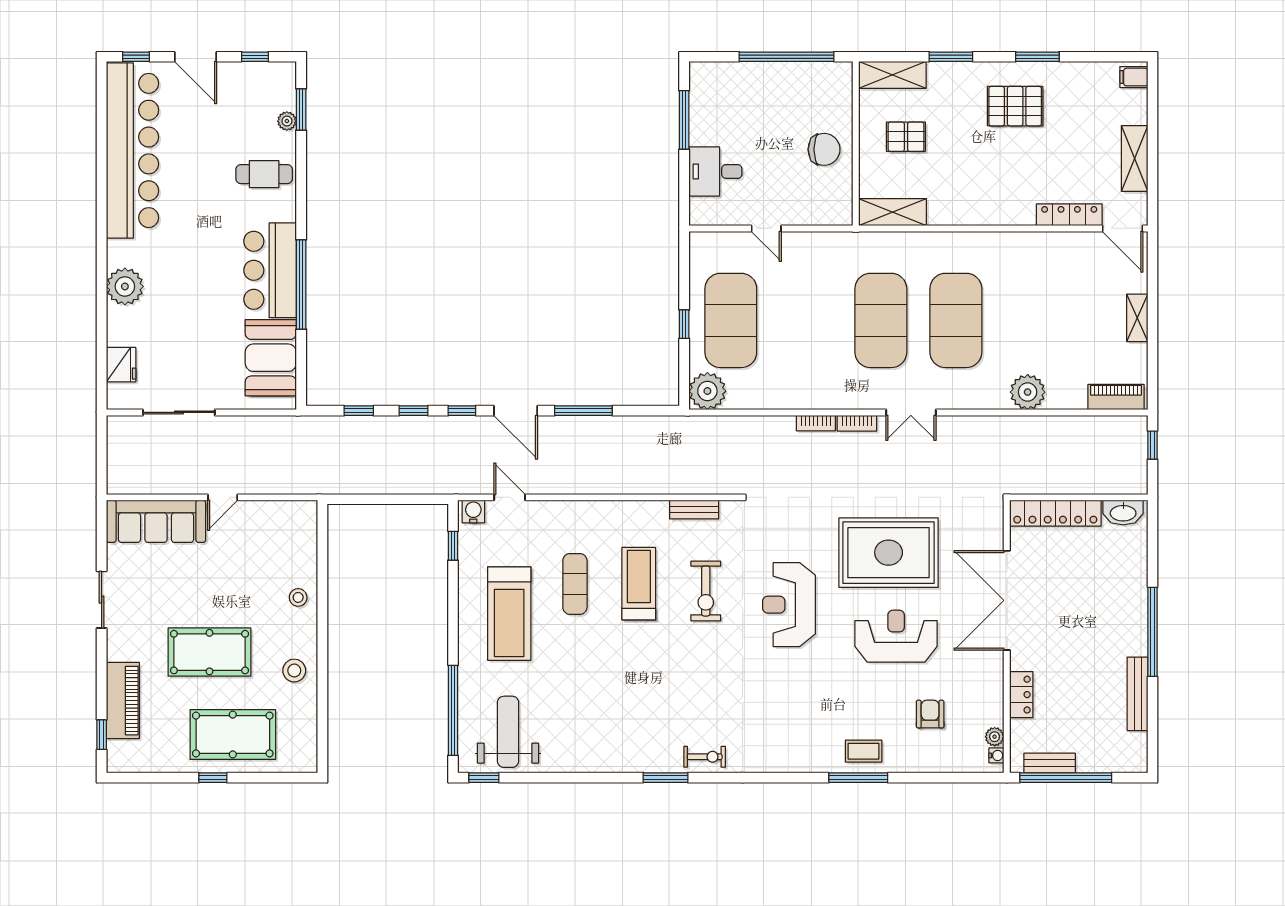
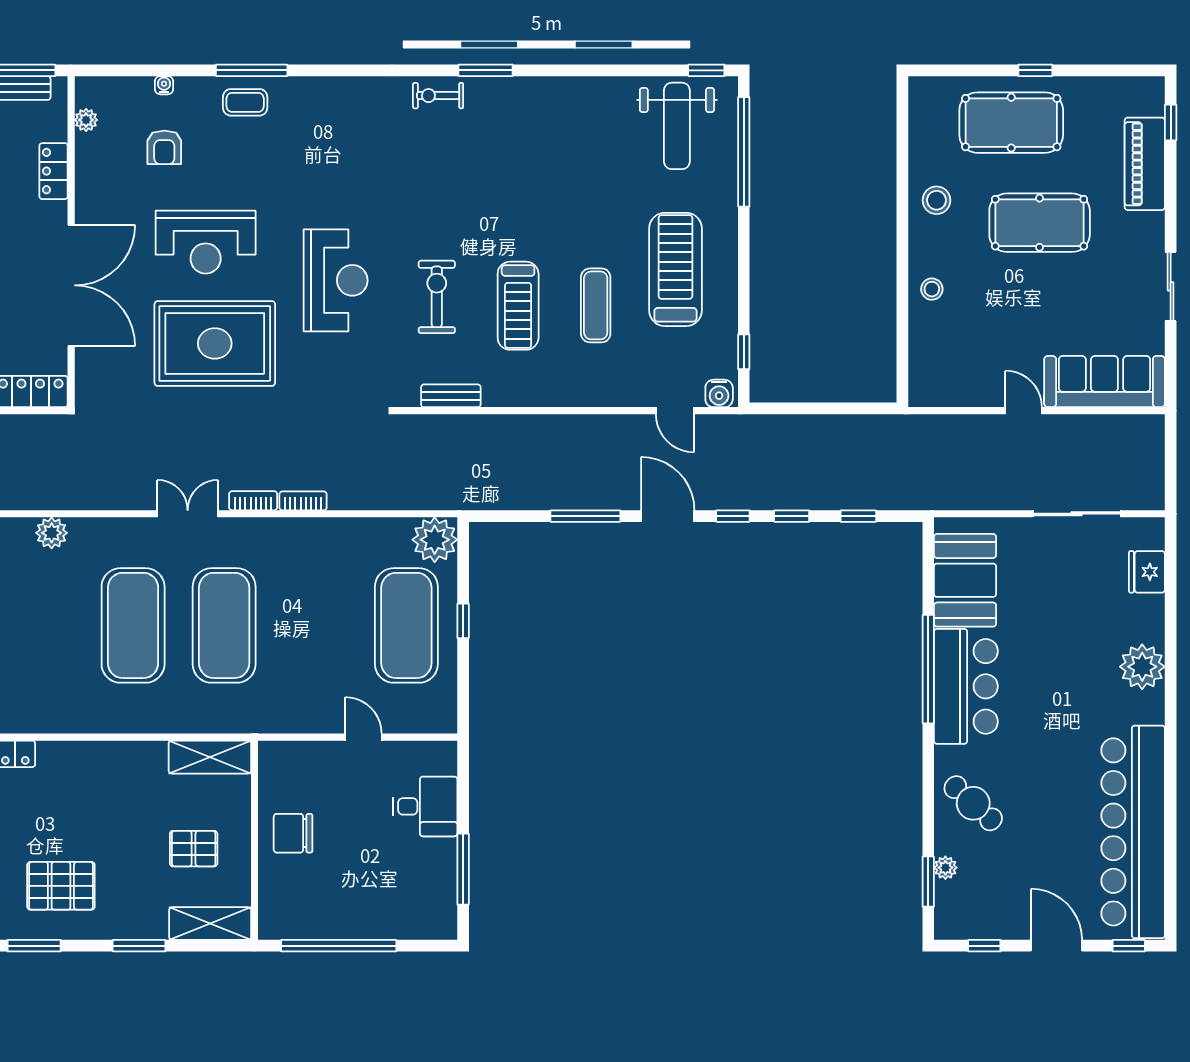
cafe table: (264, 174) -> (973, 803), turned 42
plant: (1028, 392) -> (52, 533), width x0.73, depth x0.73
door: (223, 497) -> (1024, 411), hinge flipped
water cooler: (996, 755) -> (164, 85), moved, turned 90

